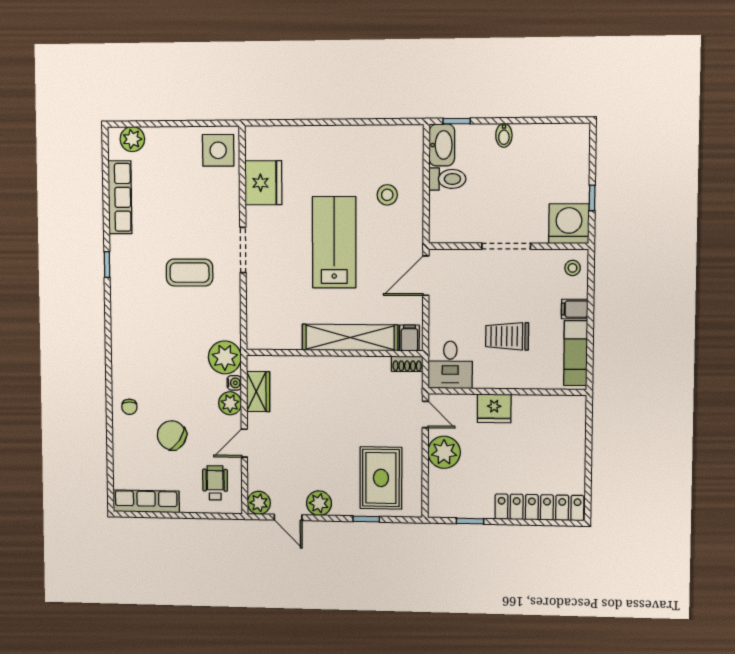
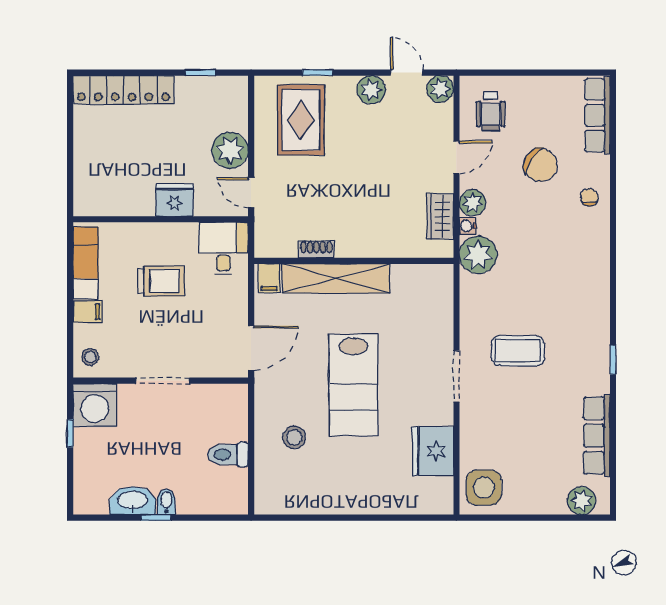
window: (457, 121) -> (156, 518), moved
washbasin: (442, 145) -> (133, 501), moved, turned 90
shoe rack: (407, 364) -> (316, 249), moved
row of seats: (146, 501) -> (598, 115), moved, turned 90

